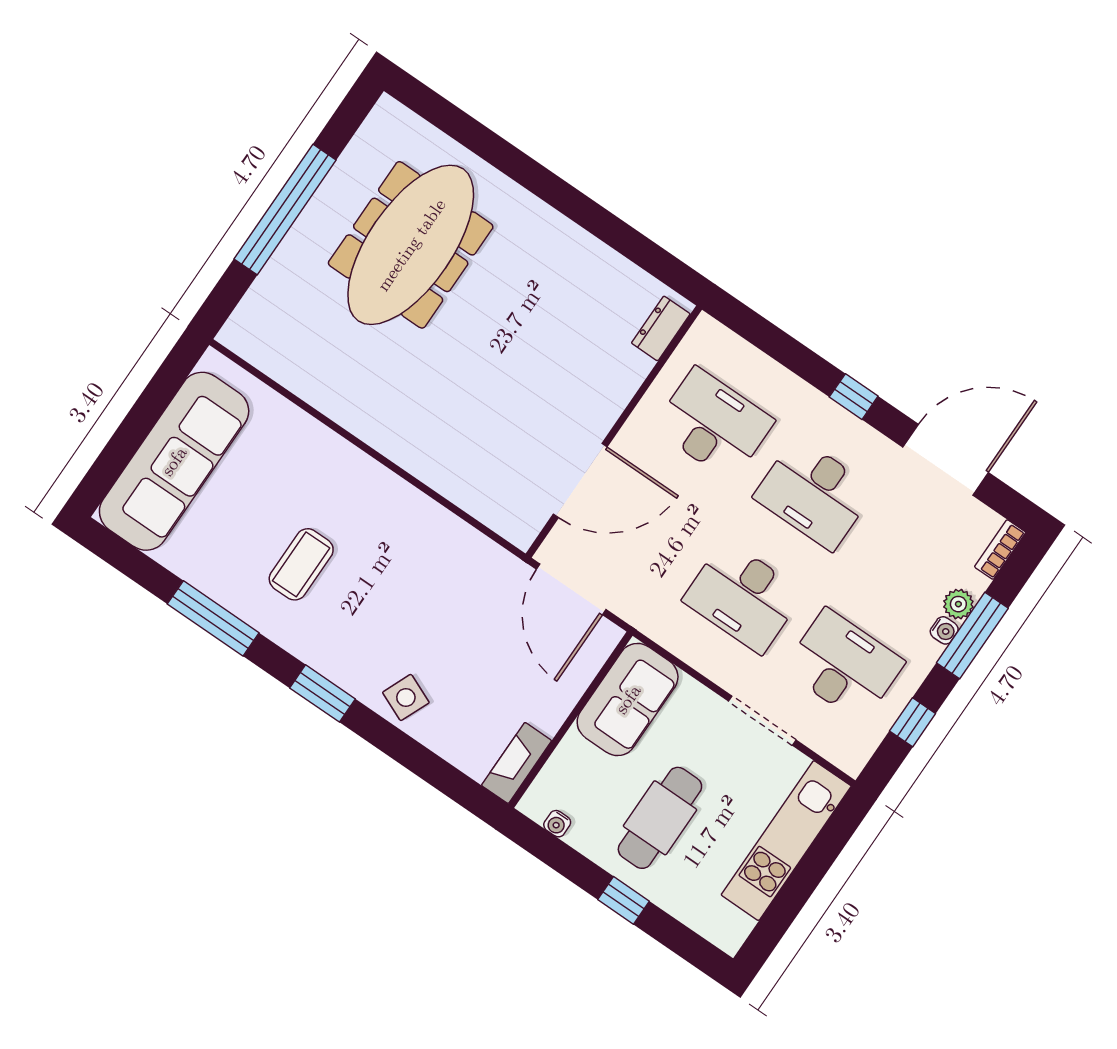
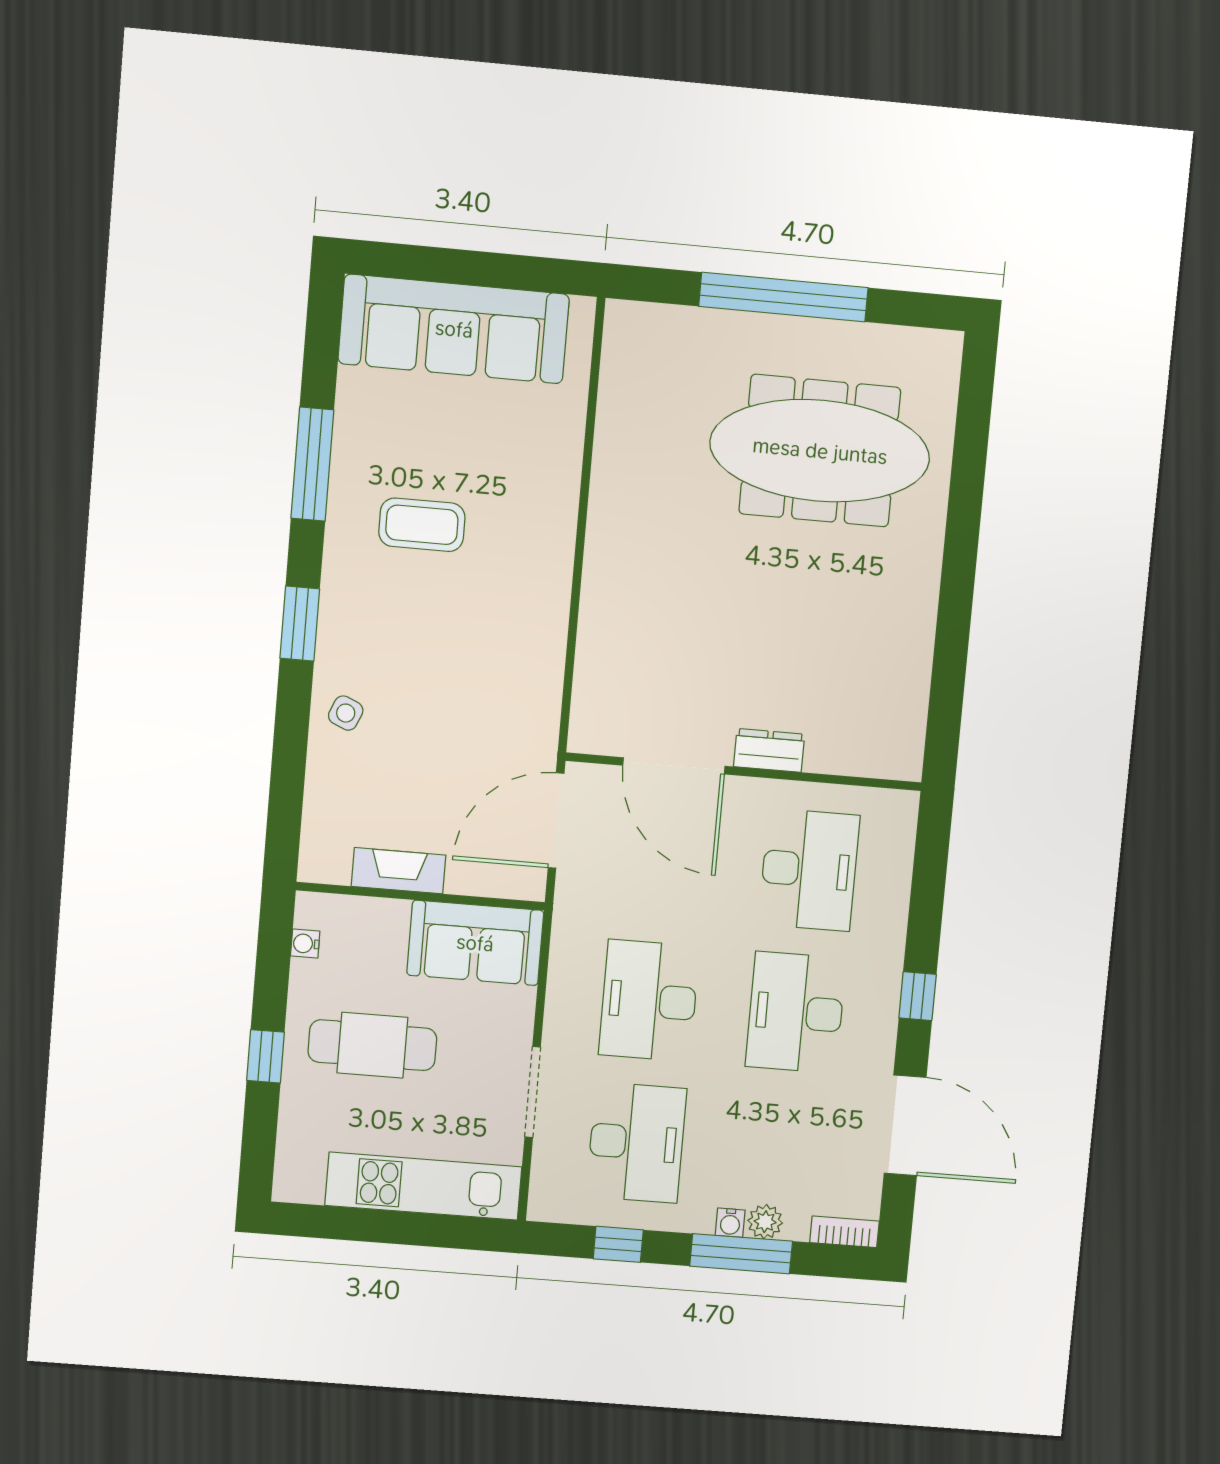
dresser: (661, 328) -> (769, 750), moved
side table: (406, 697) -> (346, 713), width x0.73, depth x0.73
fireplace: (517, 763) -> (399, 871), moved

